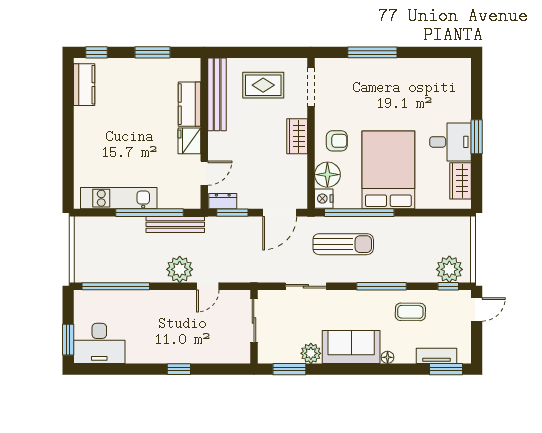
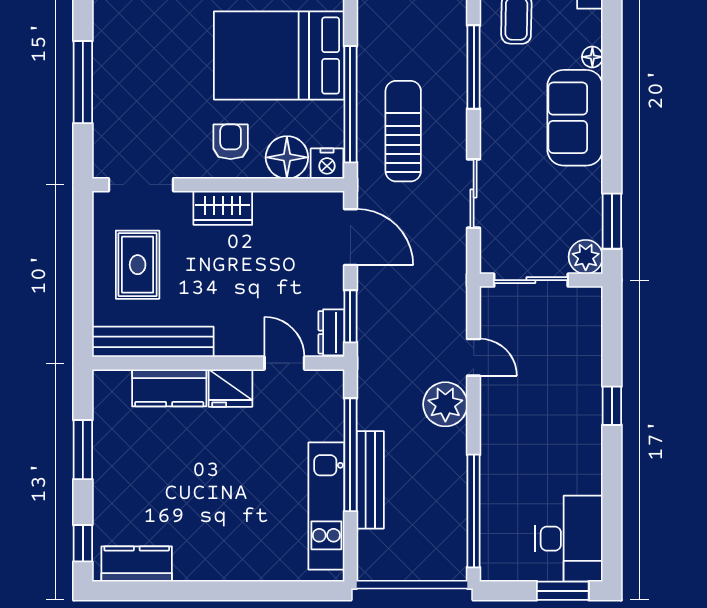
bench: (175, 224) -> (370, 480), moved
plant: (311, 353) -> (586, 257), moved

